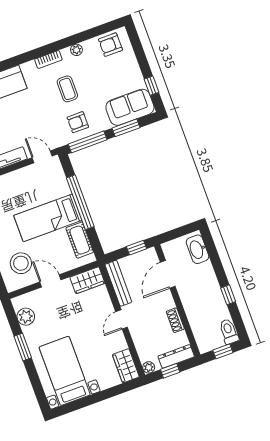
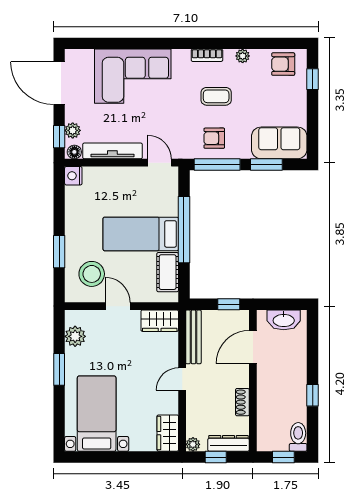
window: (151, 86) -> (313, 79), moved
coffee table: (67, 89) -> (216, 96), turned 90
washbasin: (198, 249) -> (284, 320), moved, turned -90

